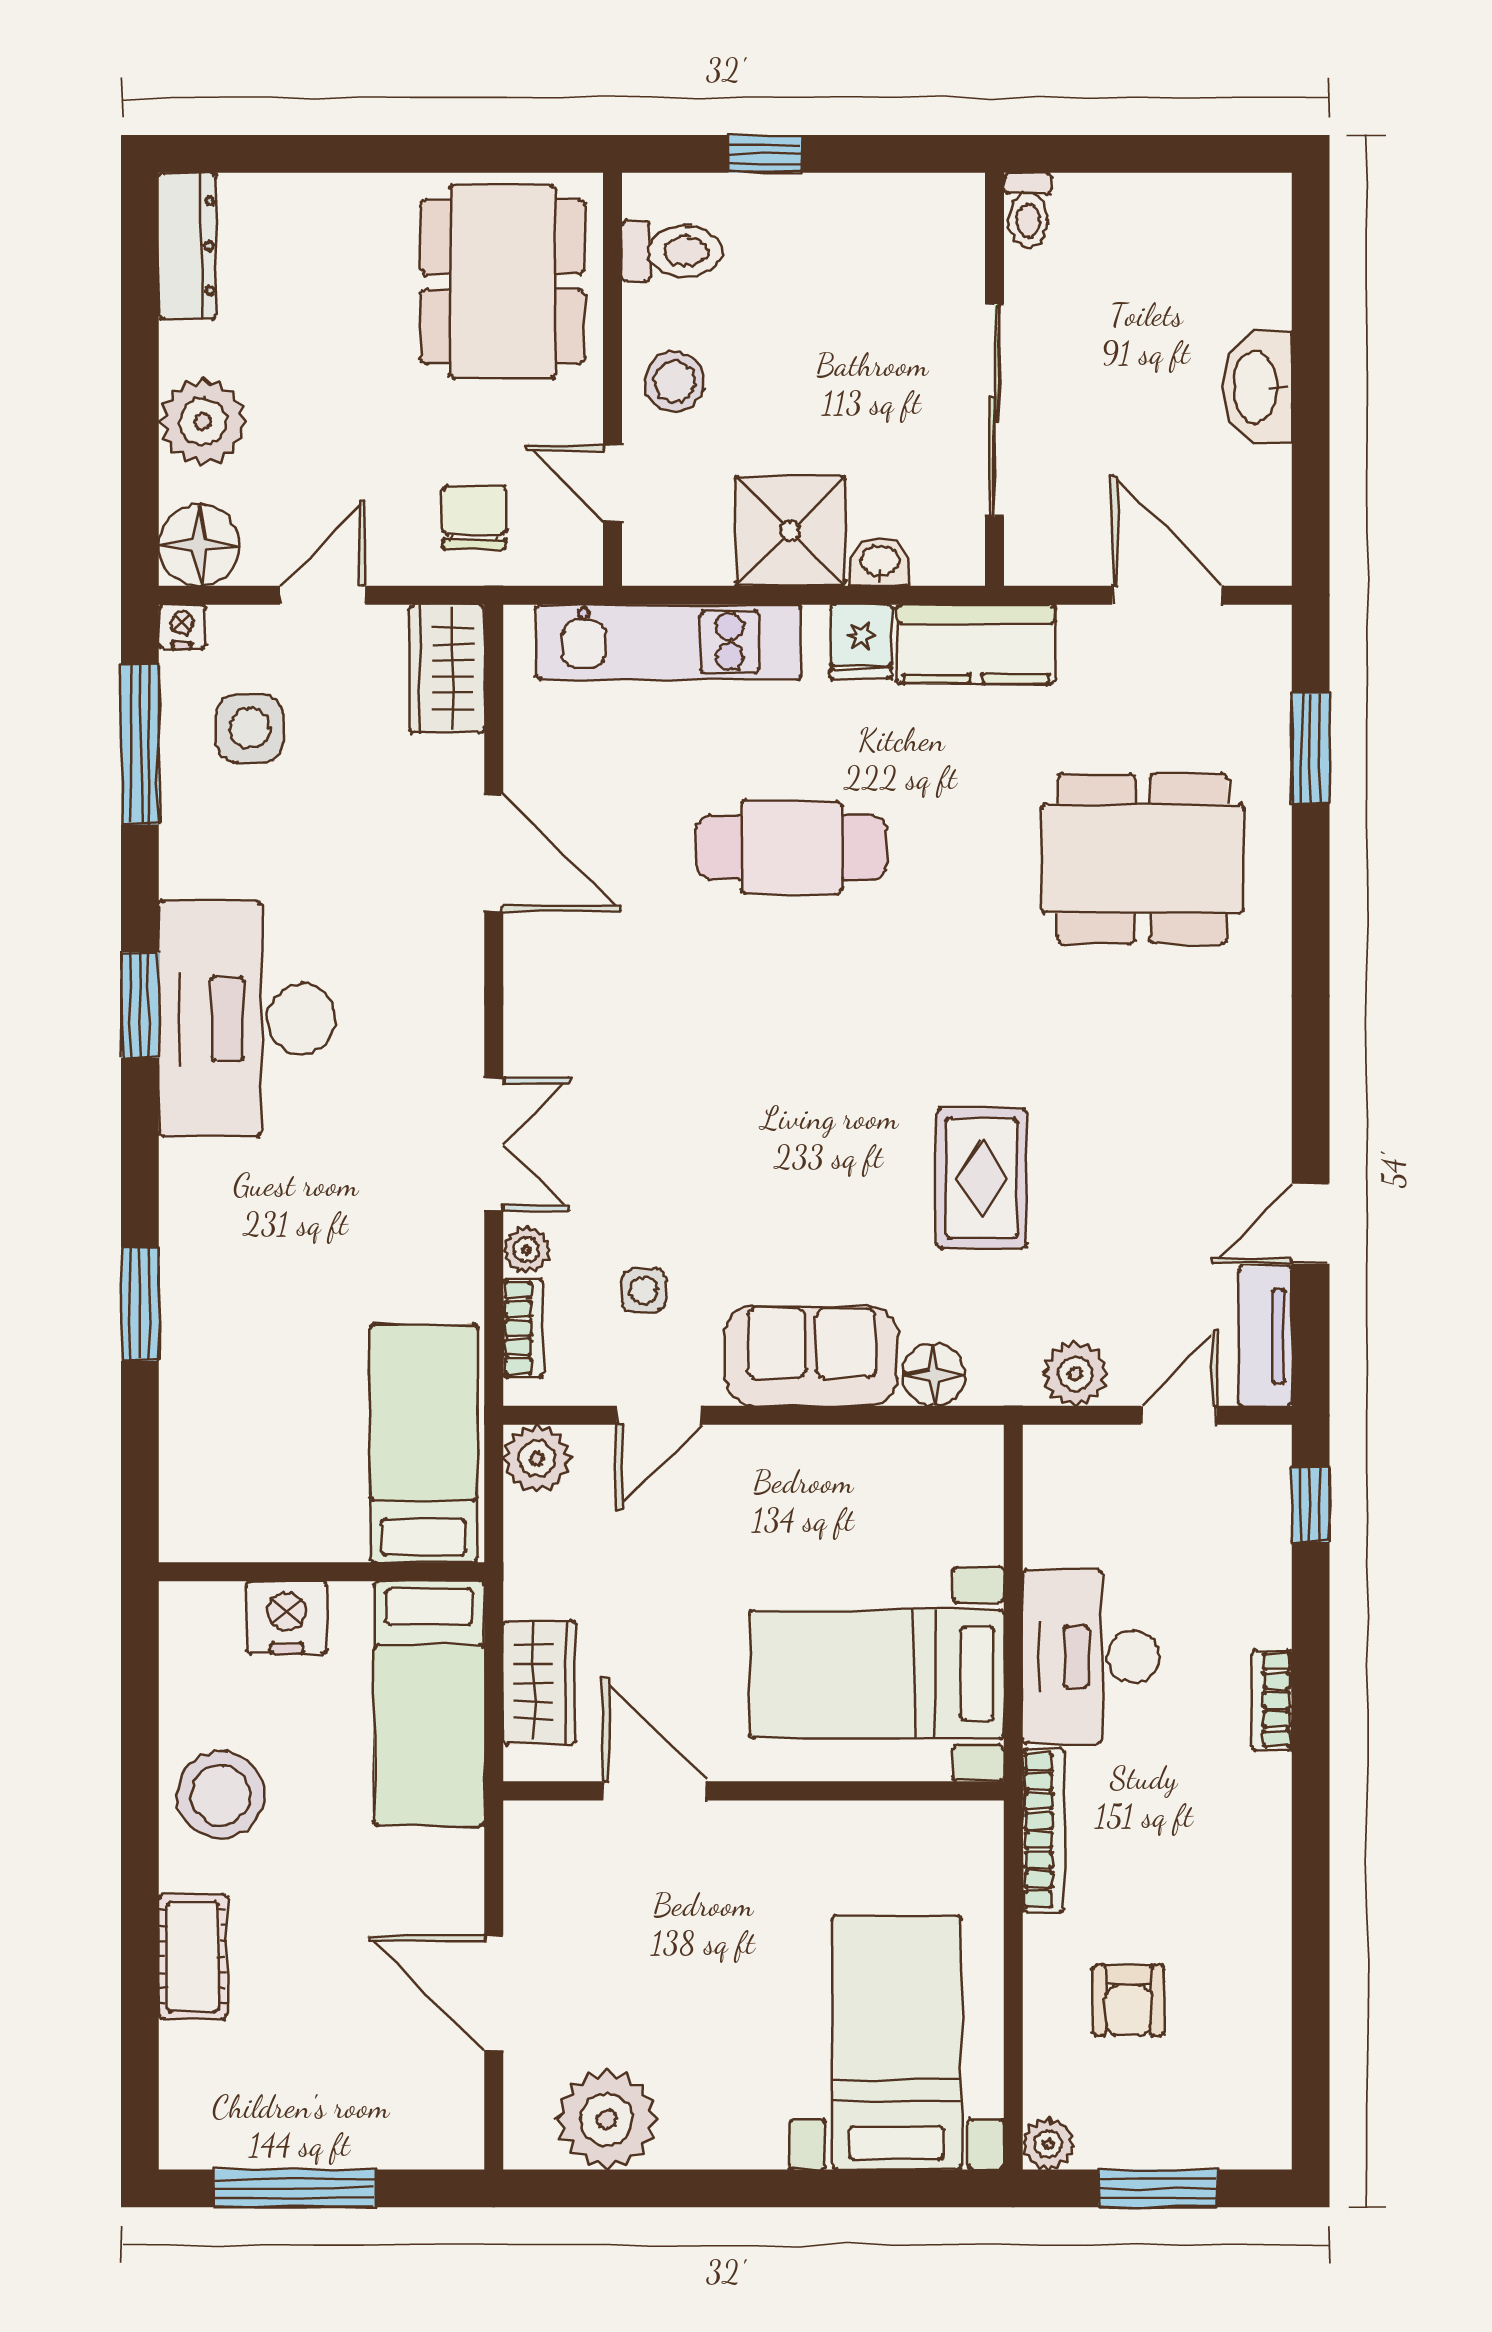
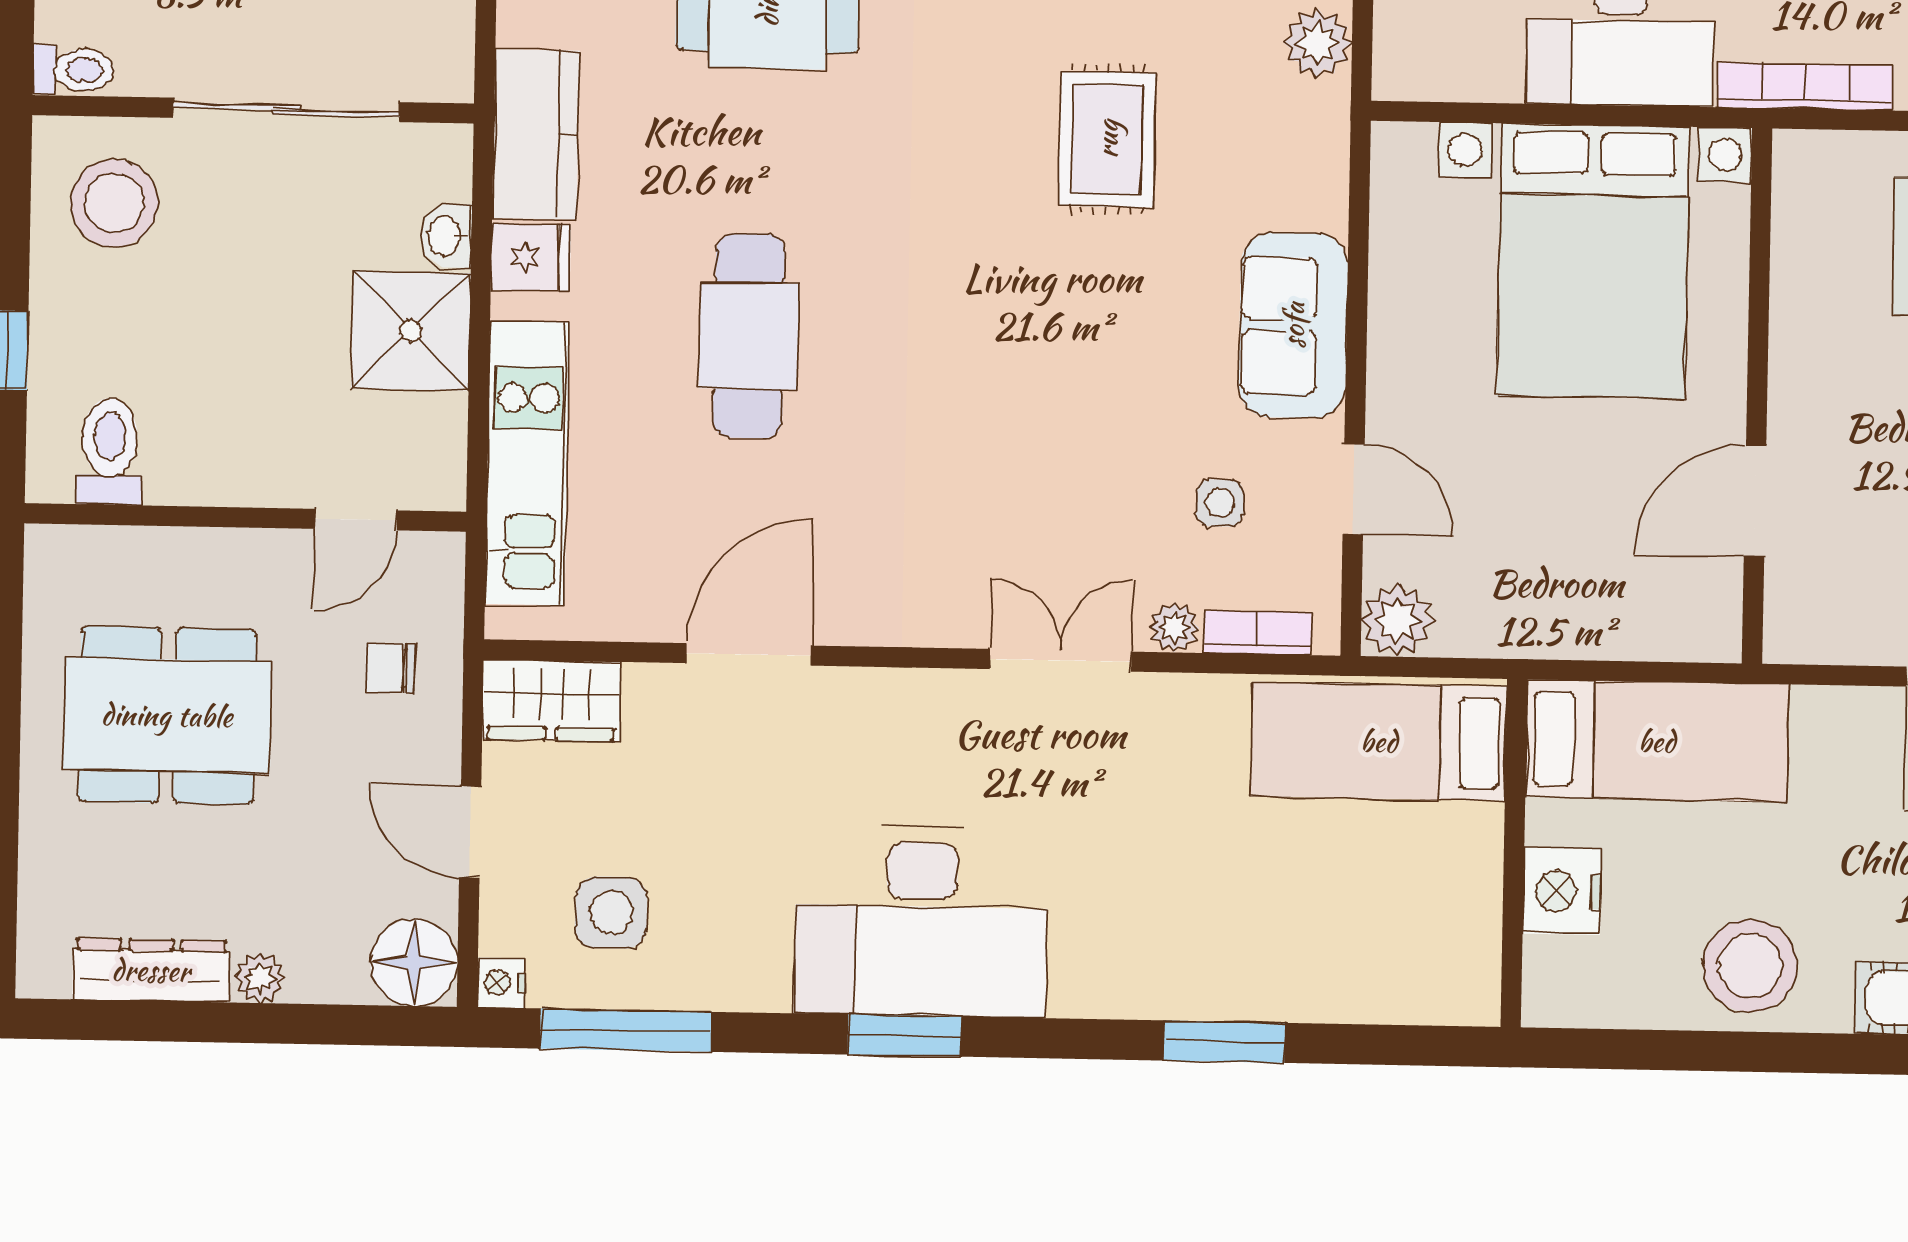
dresser: (187, 246) -> (151, 970), moved
dining table: (503, 282) -> (167, 715), moved
stool: (675, 382) -> (114, 203), moved, width x1.38, depth x1.38
plant: (203, 422) -> (260, 978), width x0.53, depth x0.53
chair: (474, 518) -> (390, 668), width x0.73, depth x0.73
rug: (982, 1178) -> (1107, 139), turned 90
floor lamp: (934, 1375) -> (1316, 195), removed
bed with nightstands: (877, 1674) -> (1593, 261), width x1.36
wardrobe: (539, 1682) -> (1637, 623), removed

